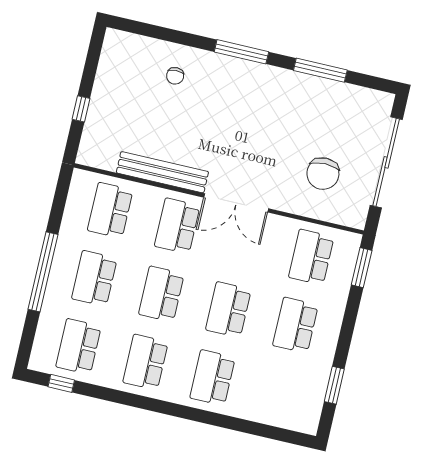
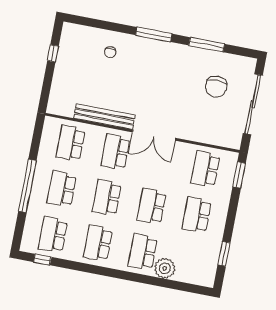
window: (81, 109) -> (53, 53), moved
chair: (323, 174) -> (216, 87), moved
plant: (244, 404) -> (165, 268), added

